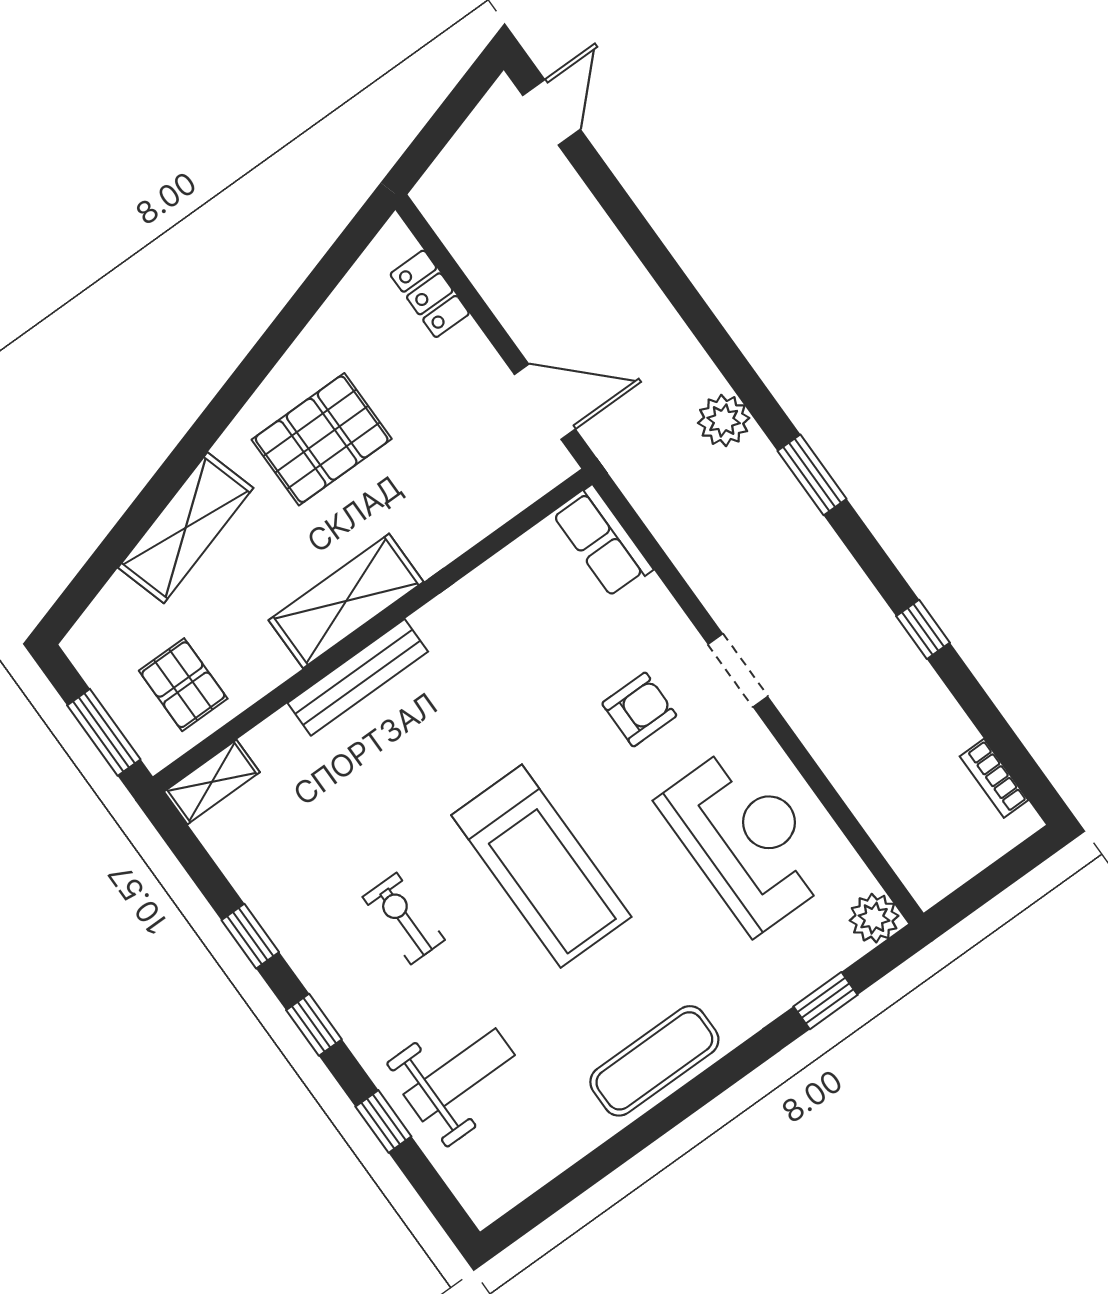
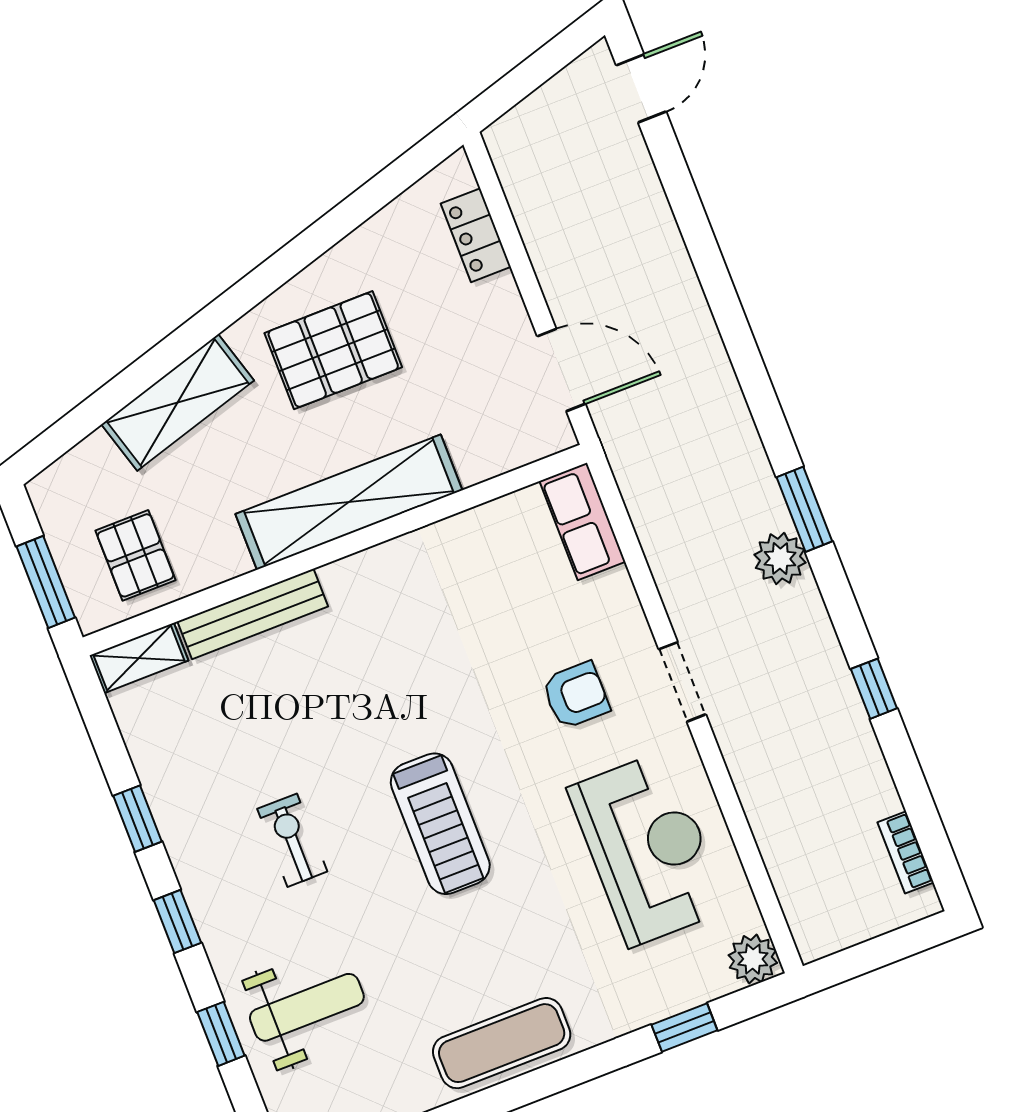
plant: (724, 420) -> (780, 559), moved
shelving: (346, 601) -> (349, 502), width x1.47
bench: (358, 677) -> (253, 614), moved
treadmill: (541, 866) -> (440, 824), width x0.73, depth x0.73

